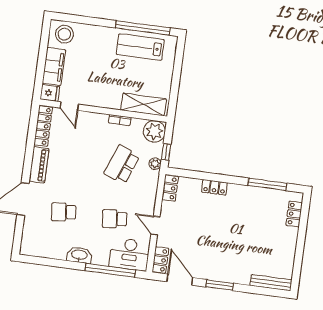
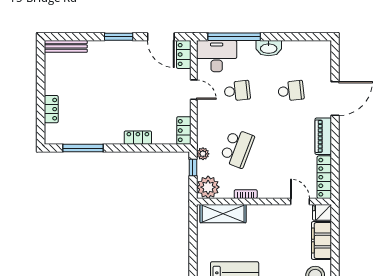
locker: (294, 214) -> (51, 109), moved

